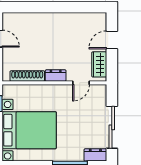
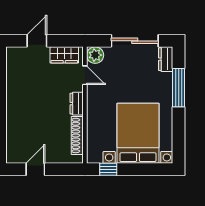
door: (112, 40) -> (37, 41), swing flipped
plant: (99, 92) -> (95, 55), added

